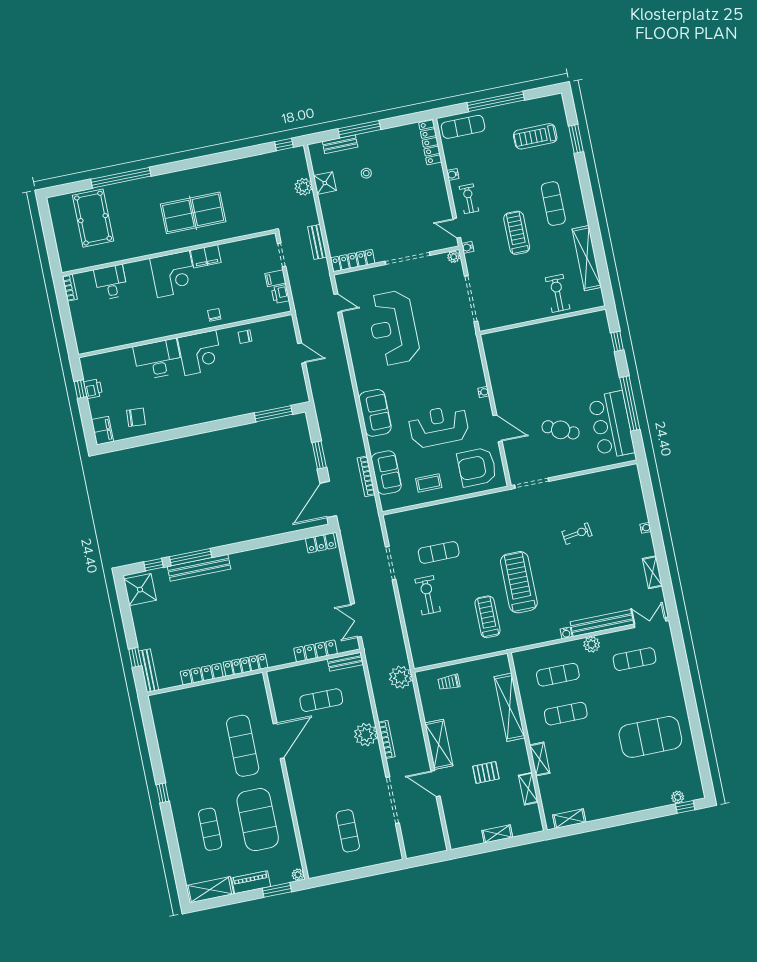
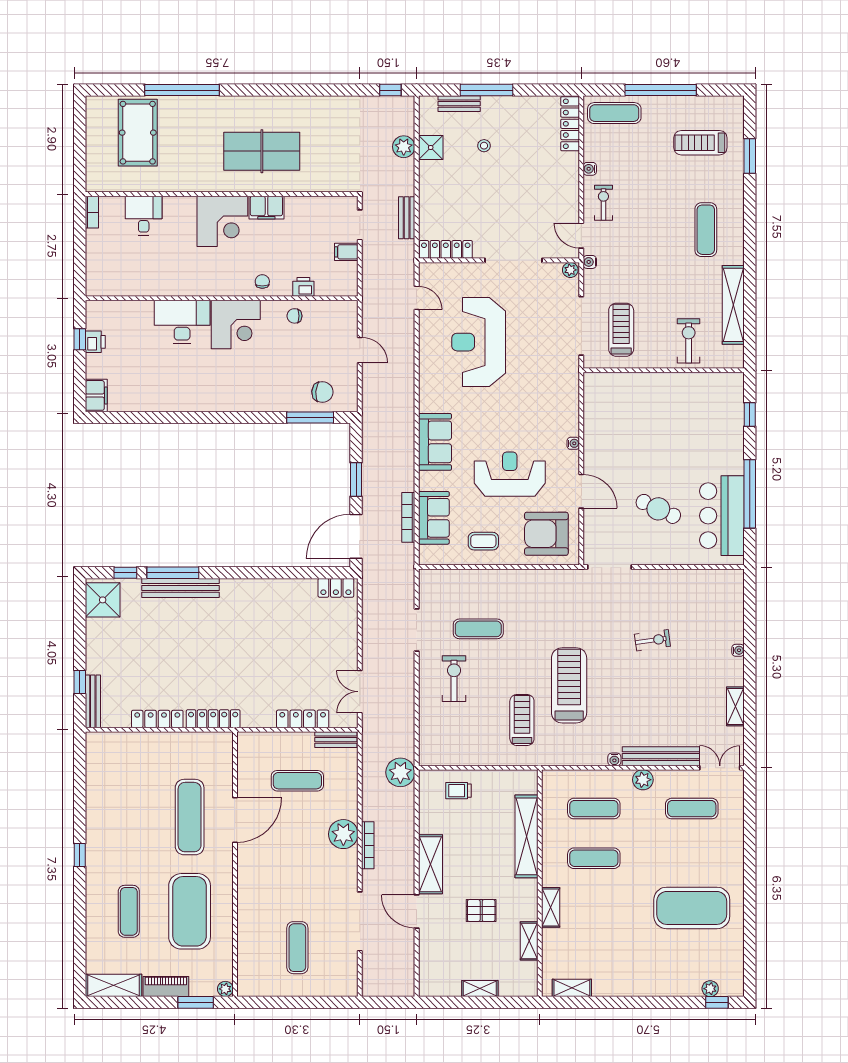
treadmill: (517, 233) -> (621, 330), moved
printer: (280, 294) -> (303, 287), moved, turned 90
chair: (136, 417) -> (322, 392), moved

